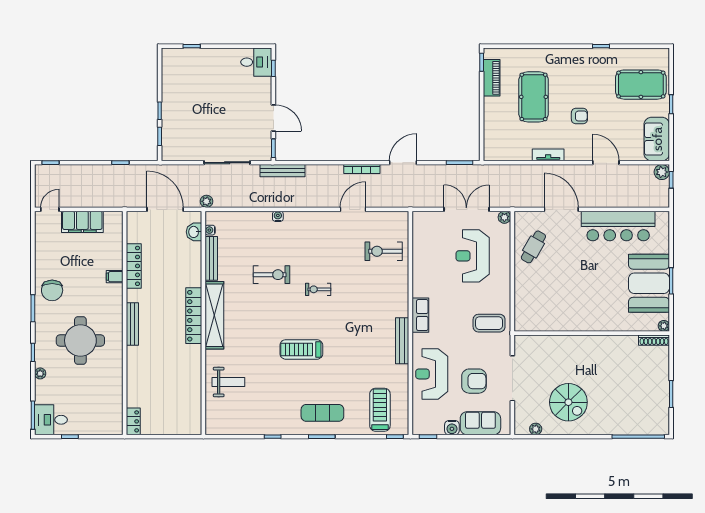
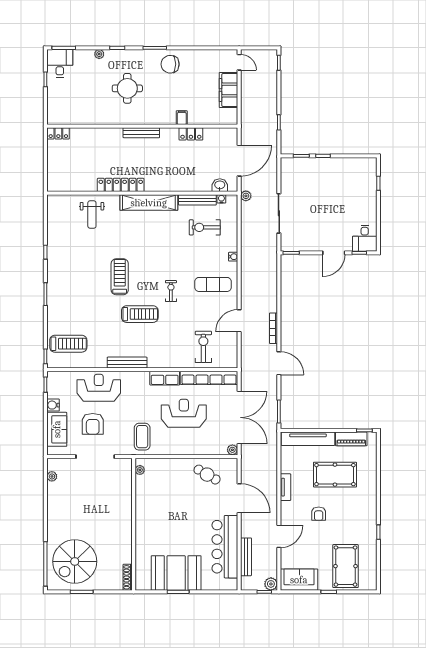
door: (273, 118) -> (334, 253), moved
tv unit: (491, 129) -> (308, 439), added
bench: (282, 171) -> (246, 557), moved
door: (353, 209) -> (239, 321), swing flipped
double door: (466, 209) -> (239, 417), width x1.36
door: (561, 209) -> (239, 498), hinge flipped
row of seats: (420, 245) -> (209, 378), added
reception desk: (473, 256) -> (184, 413), moved
locker: (134, 266) -> (191, 134), width x0.66
exercise bike: (271, 275) -> (205, 227), moved, turned 90
row of seats: (420, 315) -> (165, 378), moved
locker: (194, 316) -> (121, 185), moved
treadmill: (345, 326) -> (140, 314), added
plant: (664, 326) -> (140, 470), moved
round table: (80, 340) -> (127, 88), width x0.73, depth x0.73
spiral stairs: (568, 402) -> (75, 561), moved, width x1.37, depth x1.37
exercise mat: (322, 413) -> (213, 284), moved, turned 90

